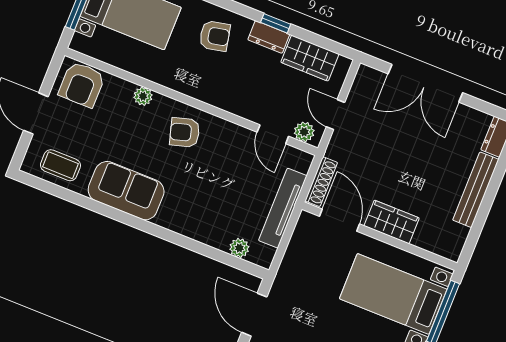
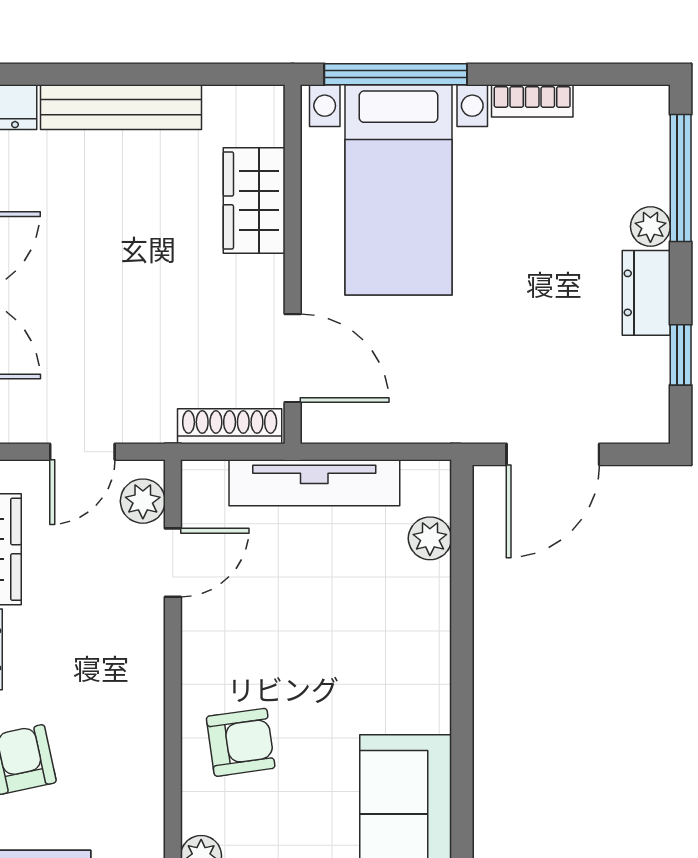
armchair: (185, 132) -> (241, 742), turned -82
door: (339, 220) -> (293, 358), swing flipped
wardrobe: (392, 222) -> (254, 200), moved

